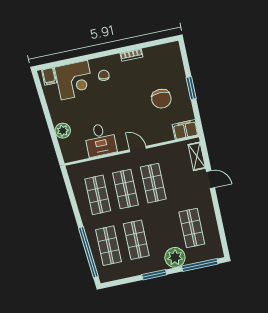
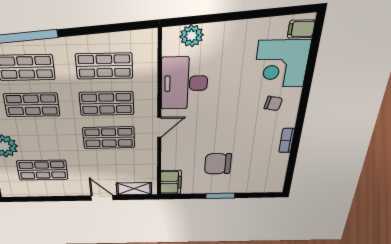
plant: (63, 131) -> (192, 36), moved
desk: (100, 140) -> (184, 83), width x1.37
door: (211, 179) -> (102, 198), swing flipped

